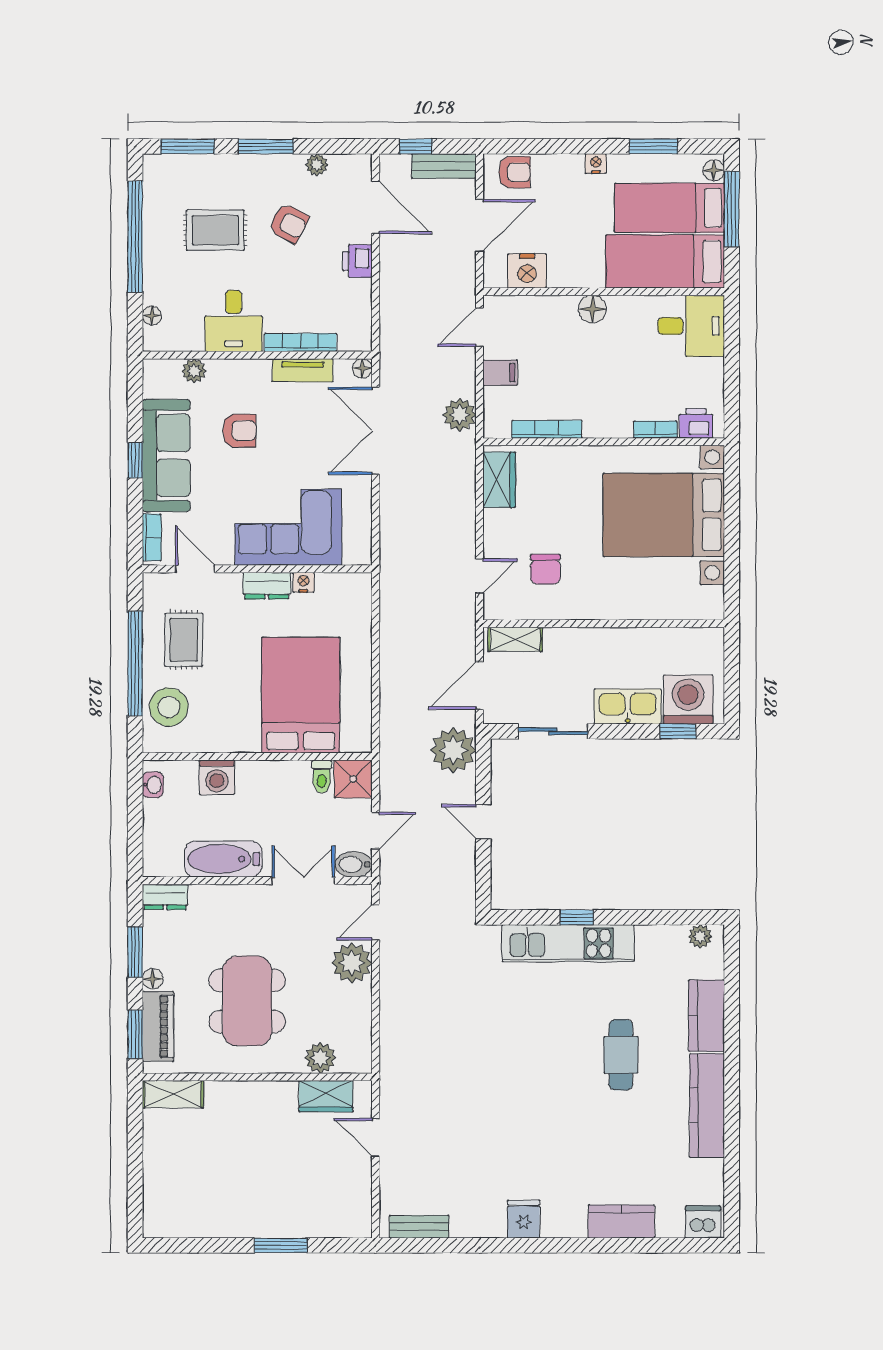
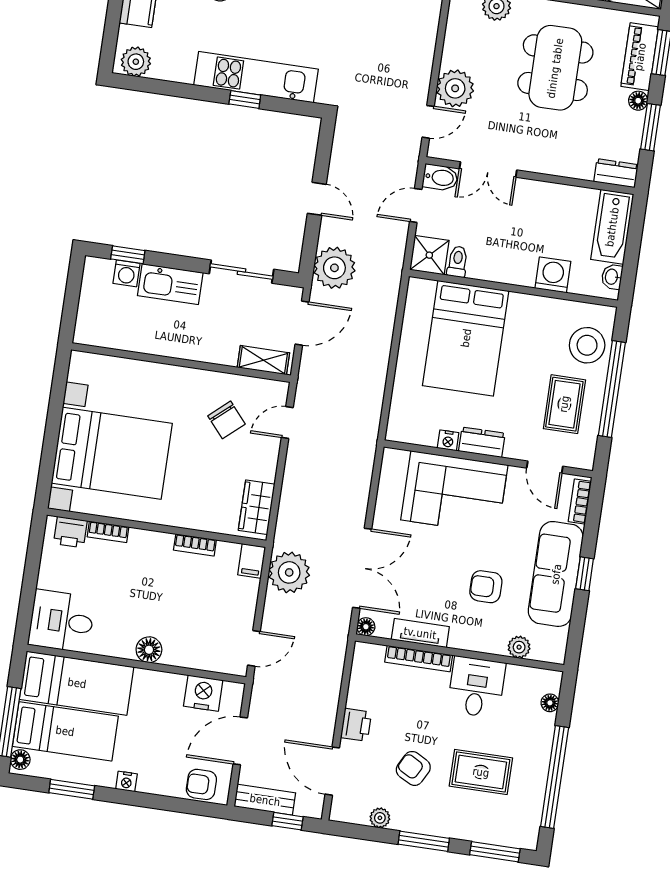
filing cabinet: (500, 373) -> (252, 561), moved, turned -90
plant: (460, 415) -> (289, 572), width x1.36, depth x1.36
bookcase: (547, 429) -> (195, 545), width x0.64
chair: (545, 569) -> (226, 420), turned 139
washing machine: (688, 700) -> (127, 273), width x0.53, depth x0.53
bathtub: (223, 859) -> (612, 227), moved, turned 90
plant: (700, 936) -> (136, 62), width x1.38, depth x1.38

